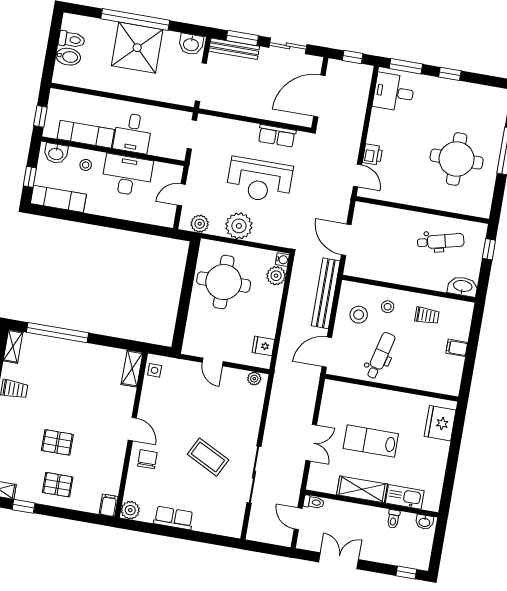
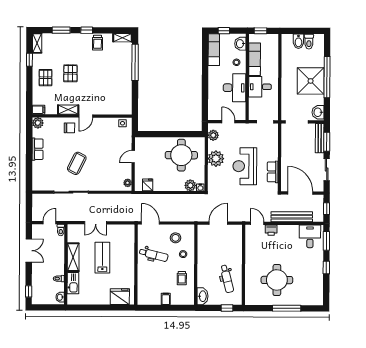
door: (357, 175) -> (257, 223), swing flipped
bench: (326, 293) -> (292, 217), moved
shelving: (132, 369) -> (68, 110), moved

